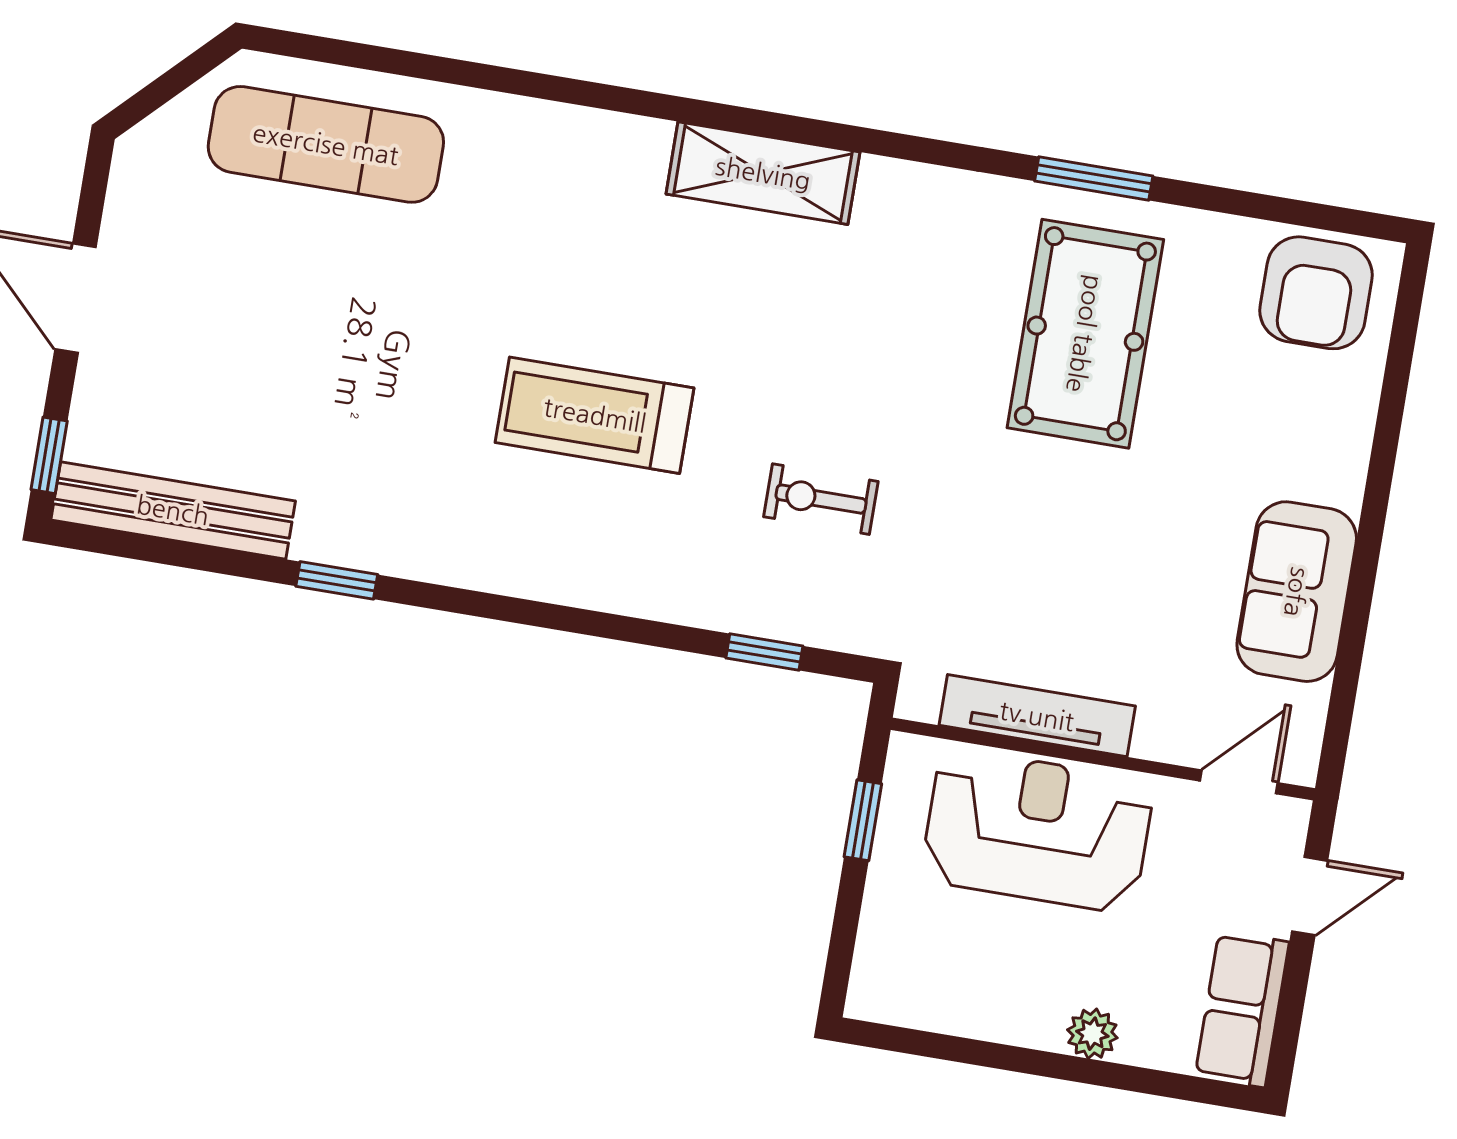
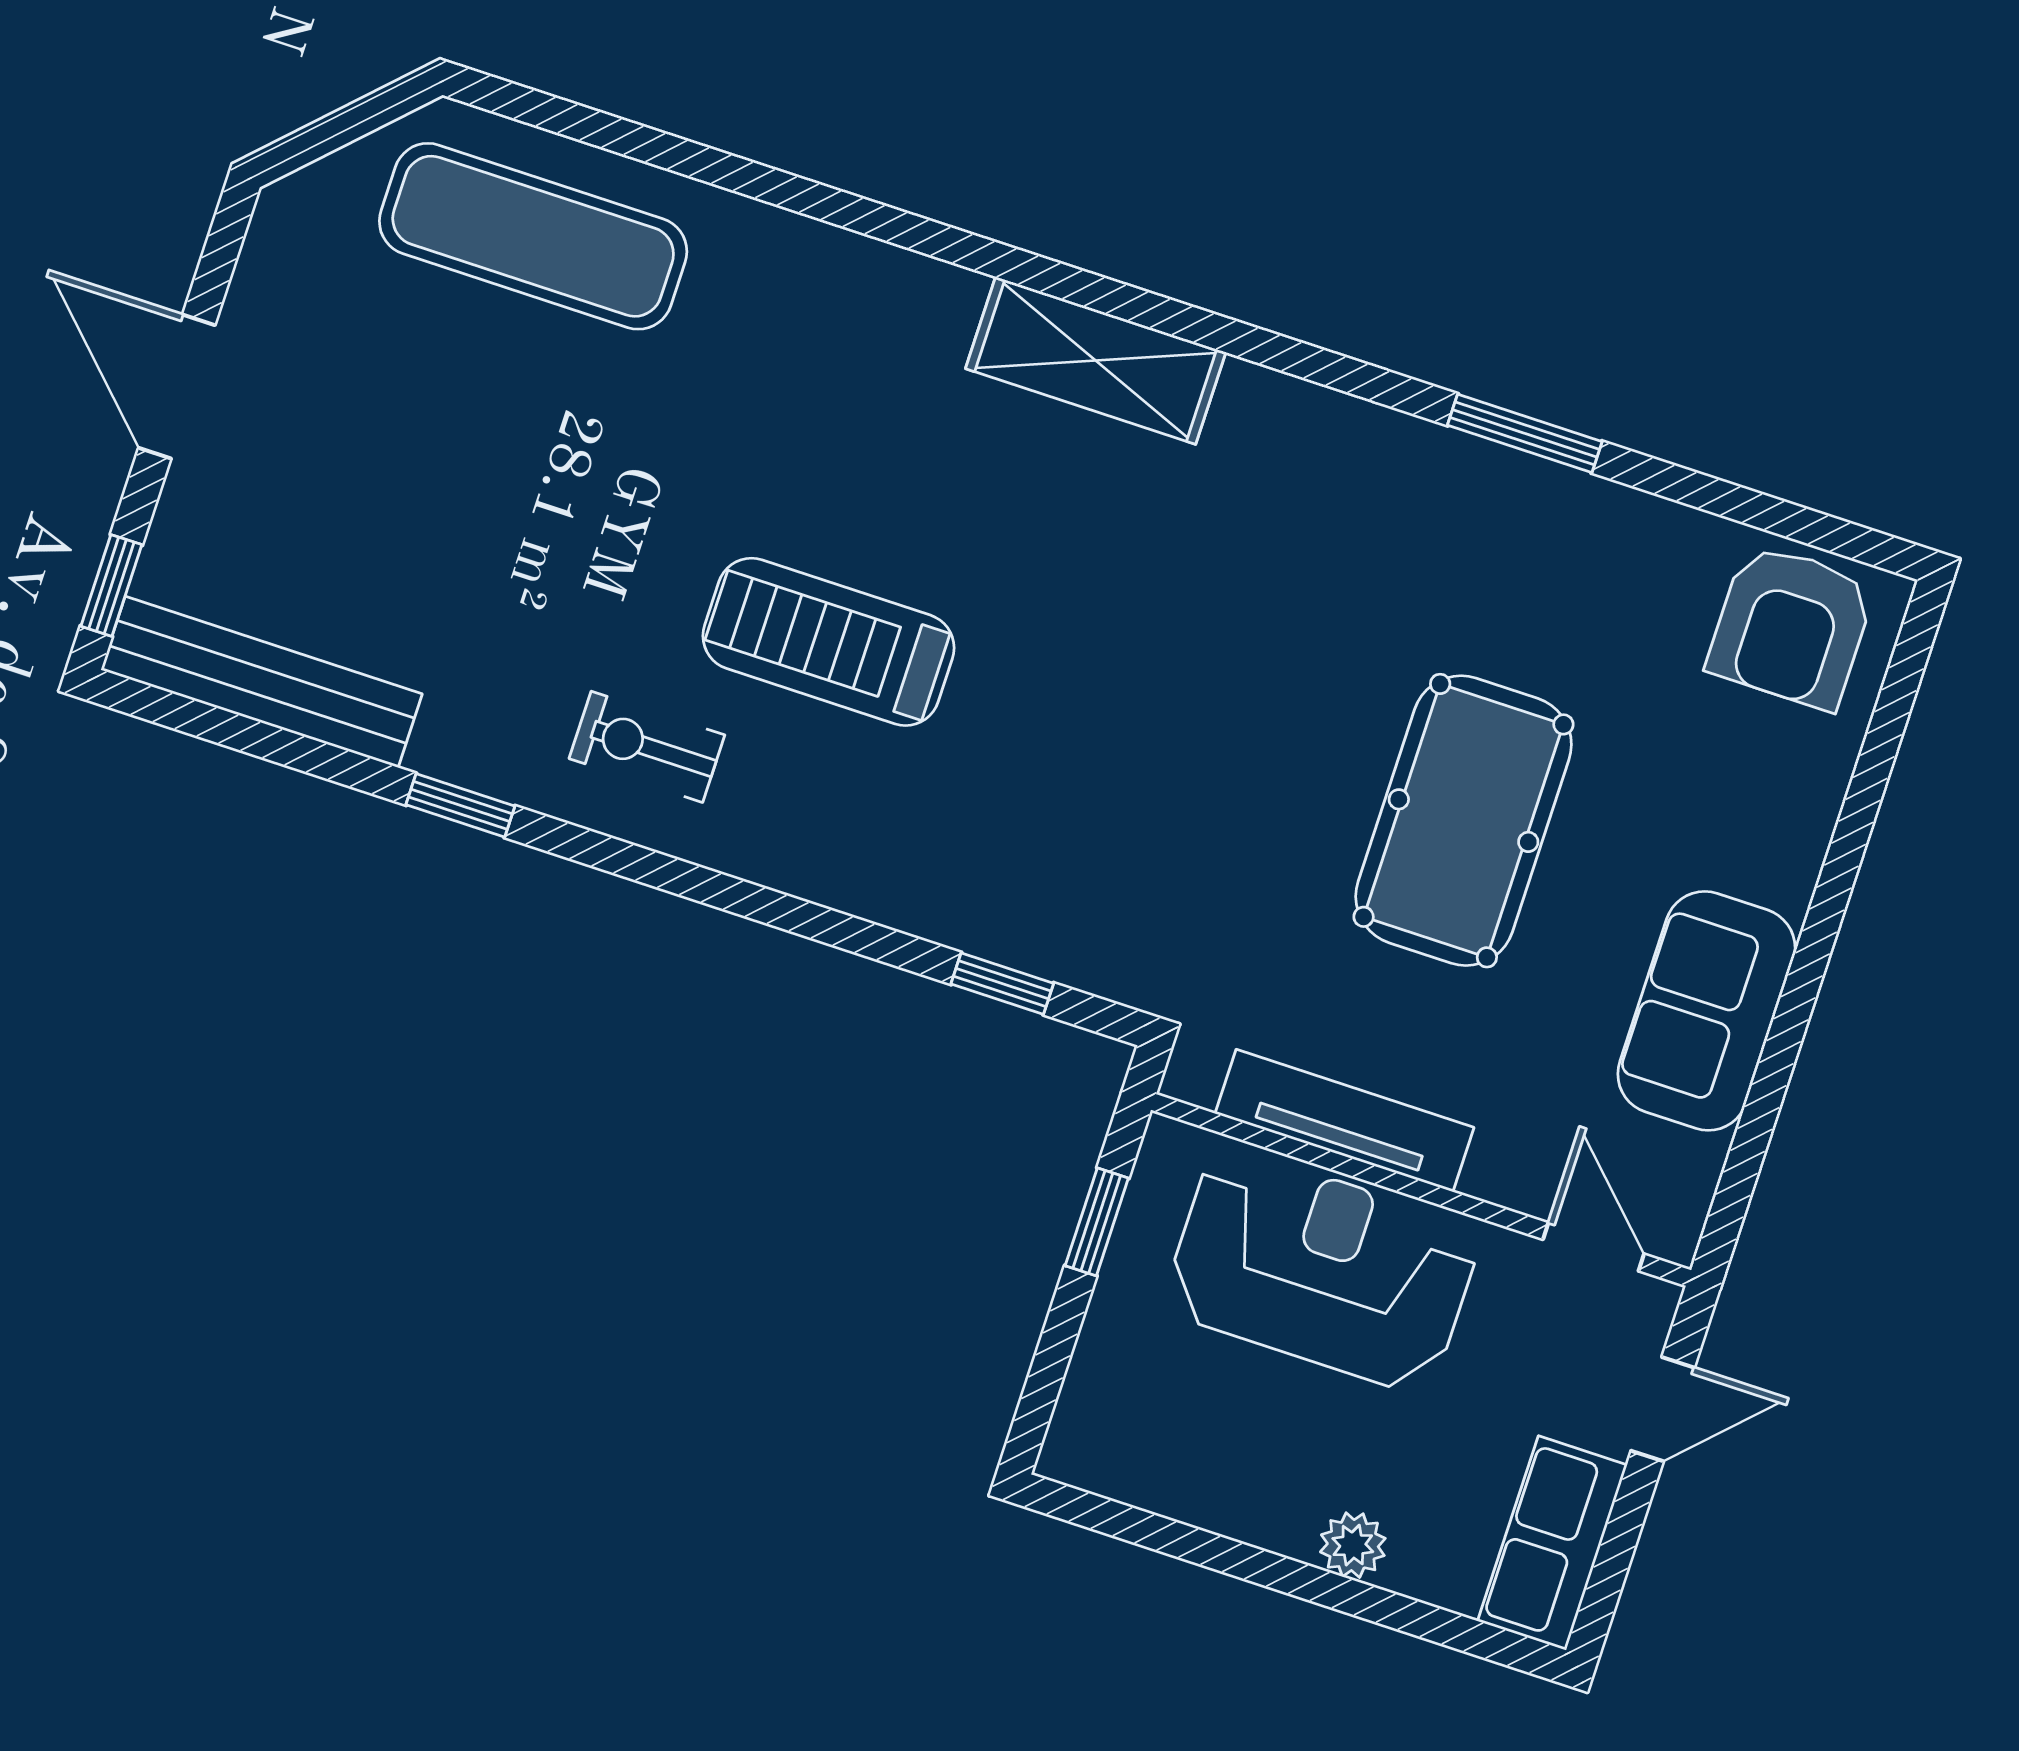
pool table: (1085, 334) -> (1464, 821), moved
exercise bike: (821, 499) -> (647, 747), moved
door: (1239, 782) -> (1593, 1247), hinge flipped

